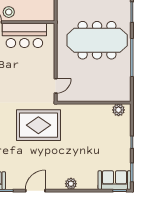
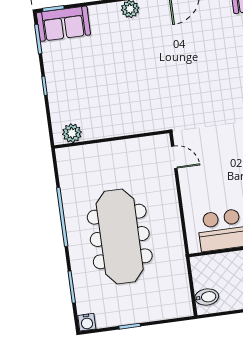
meeting table: (97, 40) -> (120, 236), turned 90
door: (56, 86) -> (174, 157), swing flipped
rug: (38, 125) -> (193, 93), removed

